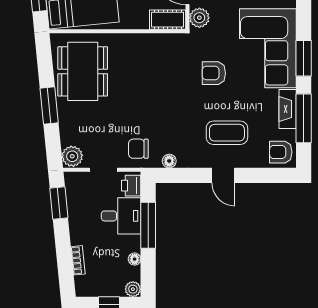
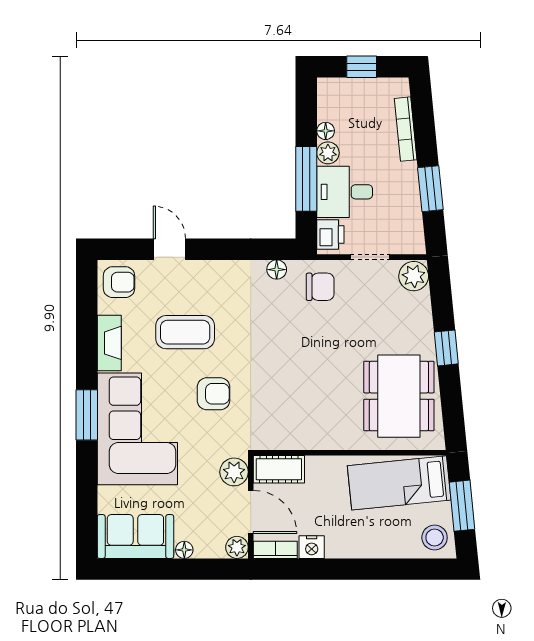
window: (49, 105) -> (446, 348), width x0.67
window: (304, 118) -> (87, 330), removed
coffee table: (227, 133) -> (185, 332), moved
door: (223, 175) -> (169, 249), moved
window: (59, 203) -> (430, 189), moved
bookcase: (78, 260) -> (406, 129), width x1.56
plant: (133, 289) -> (328, 153), moved

